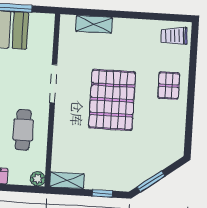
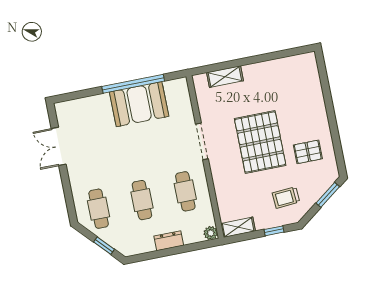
trolley: (174, 36) -> (286, 198), moved
pallet: (169, 86) -> (308, 152), moved, turned 90
window: (151, 181) -> (328, 195), moved

